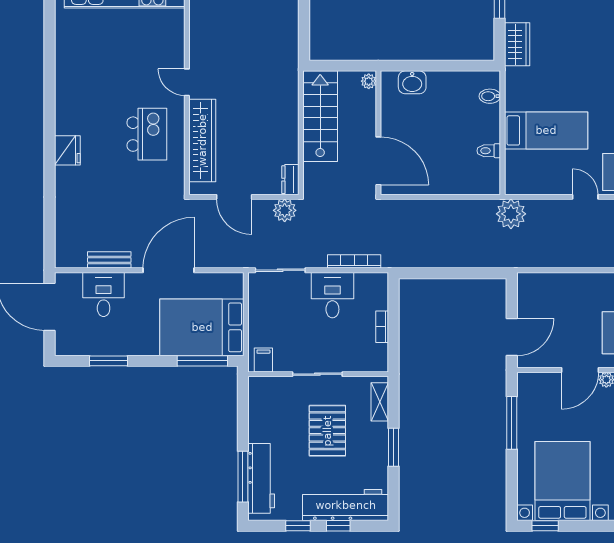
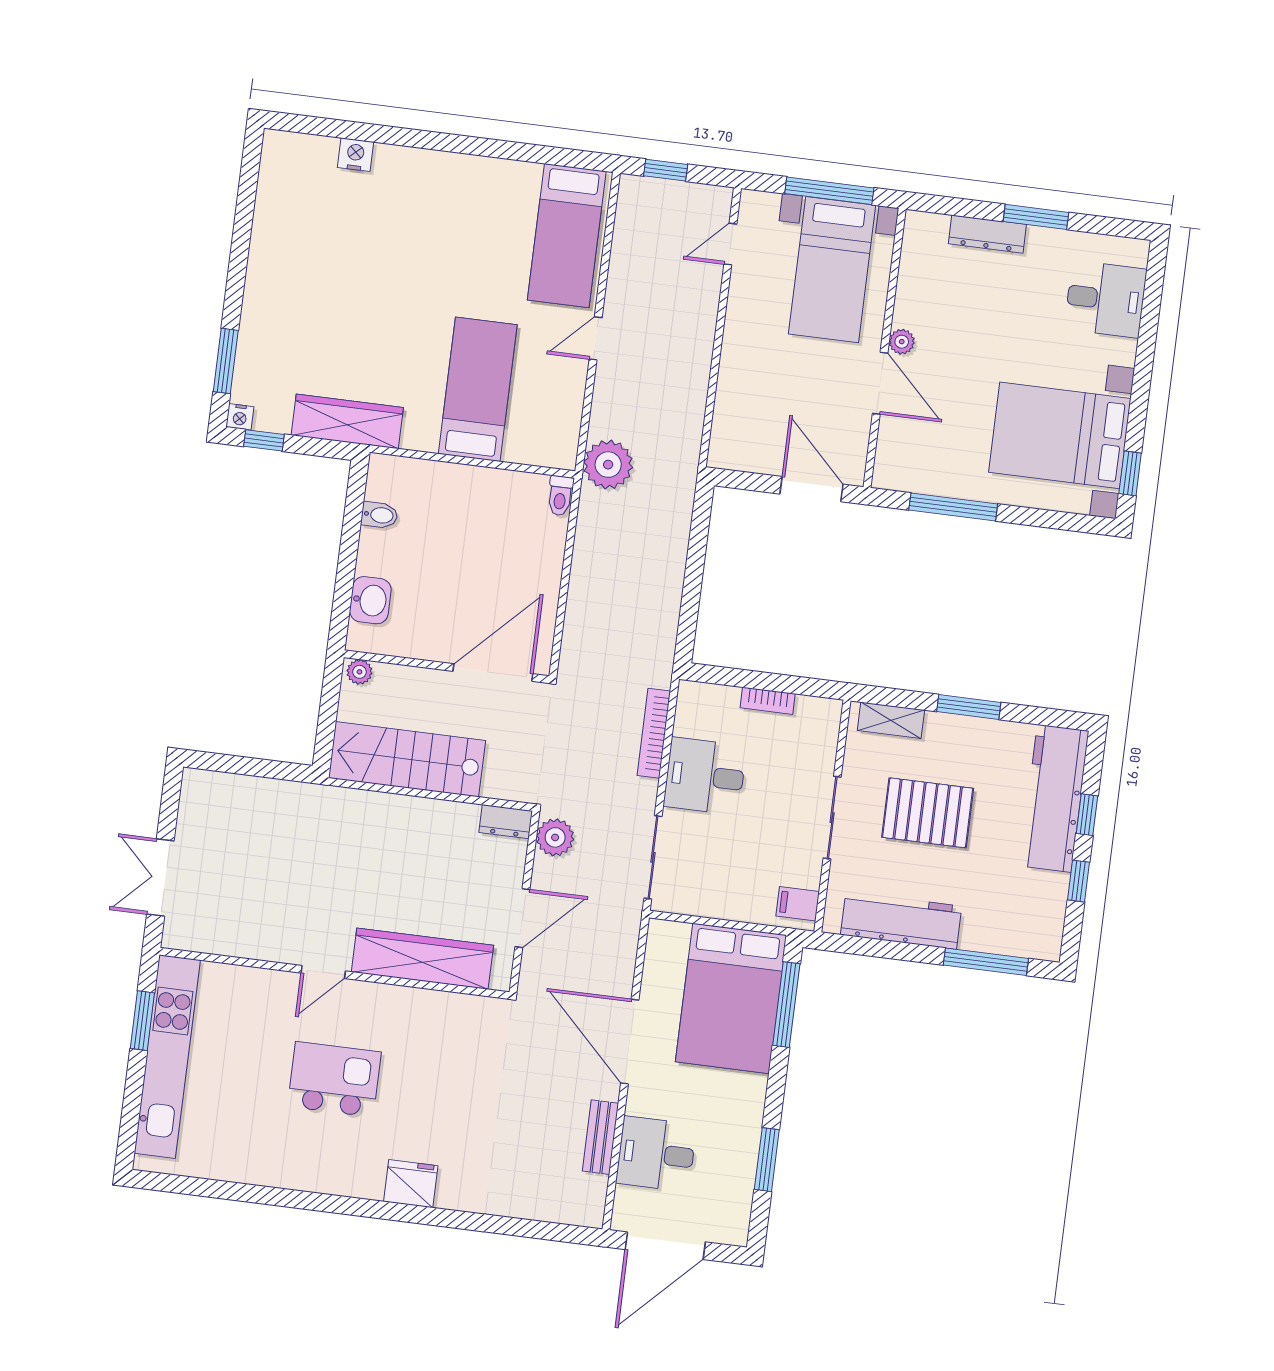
wardrobe: (517, 44) -> (347, 421), width x1.50
bidet: (490, 96) -> (379, 515), moved, turned -90
kitchen island: (147, 134) -> (334, 1079), moved
toilet: (489, 151) -> (560, 496), moved
workbench: (261, 478) -> (901, 920), moved

